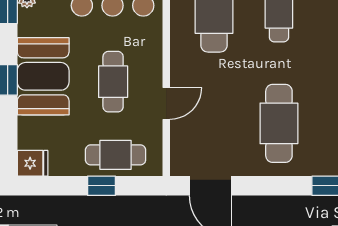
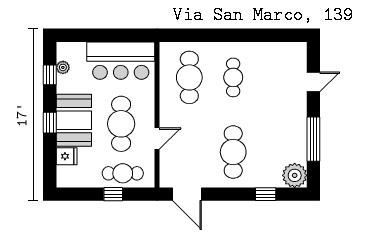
cafe table: (113, 82) -> (121, 124), width x1.37, depth x1.35
fridge: (33, 163) -> (67, 156), moved

